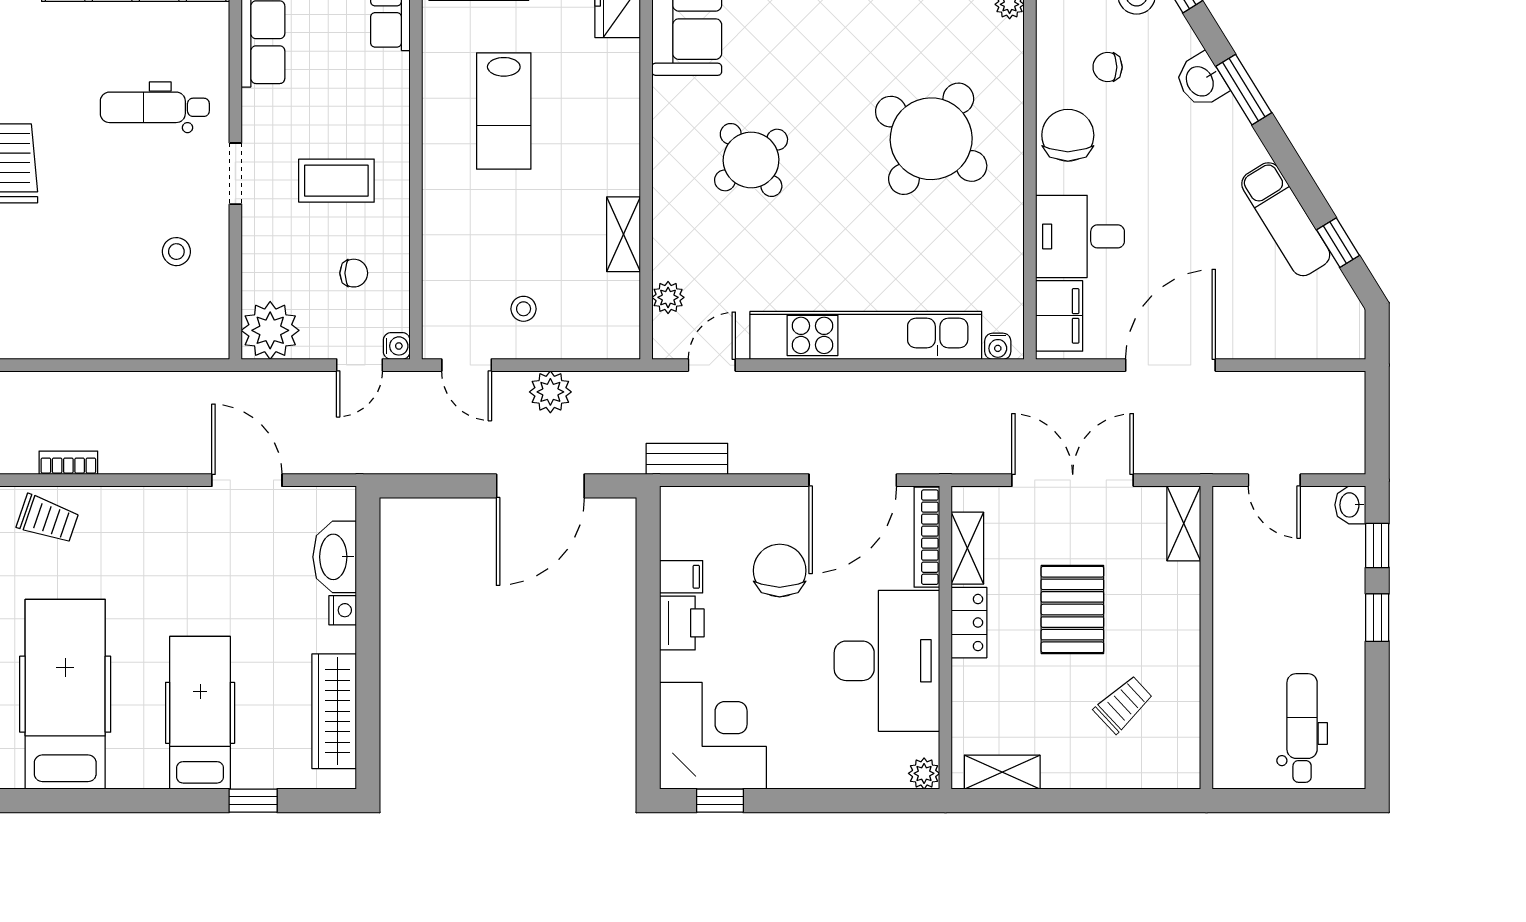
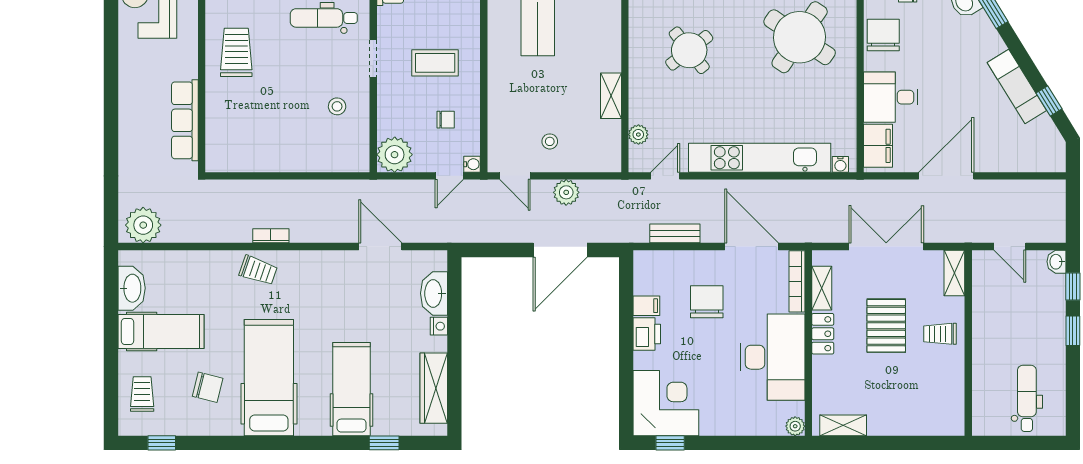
bench: (687, 459) -> (675, 233), moved
door: (853, 480) -> (752, 247), swing flipped
trolley: (1123, 704) -> (940, 334), moved, turned -137

